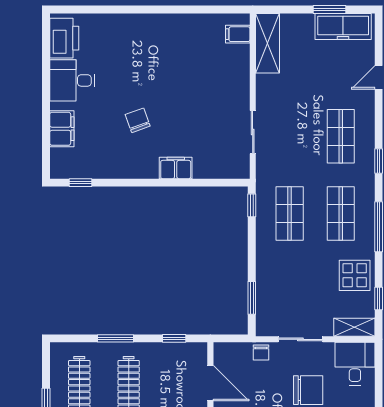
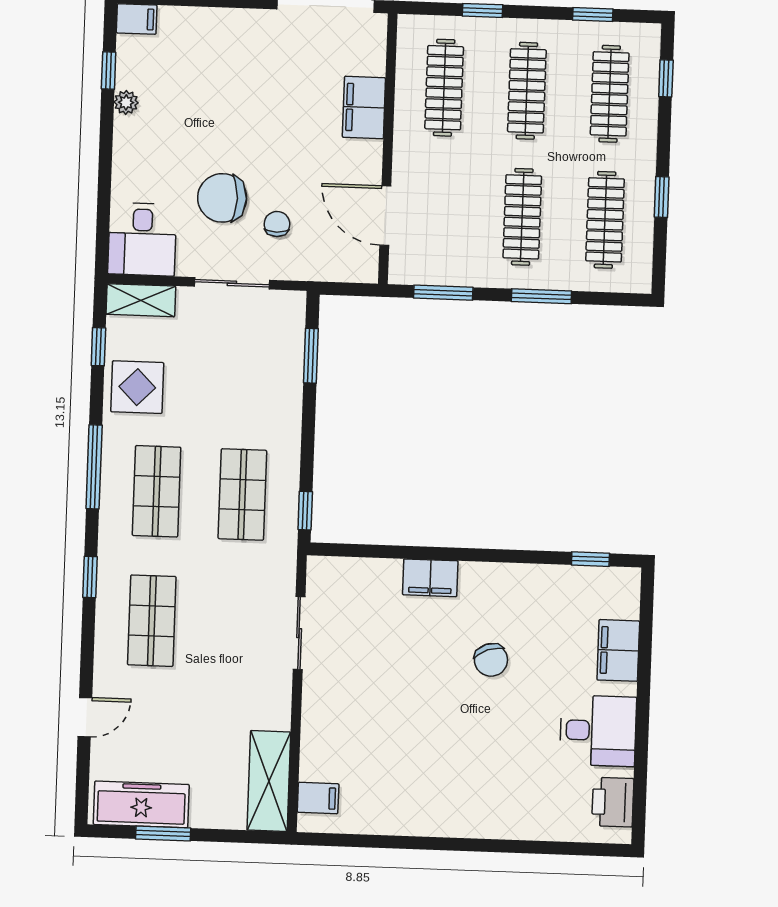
printer: (64, 38) -> (613, 802), width x0.73, depth x0.84
window: (174, 338) -> (443, 293), width x1.50
chair: (261, 353) -> (277, 224), moved

